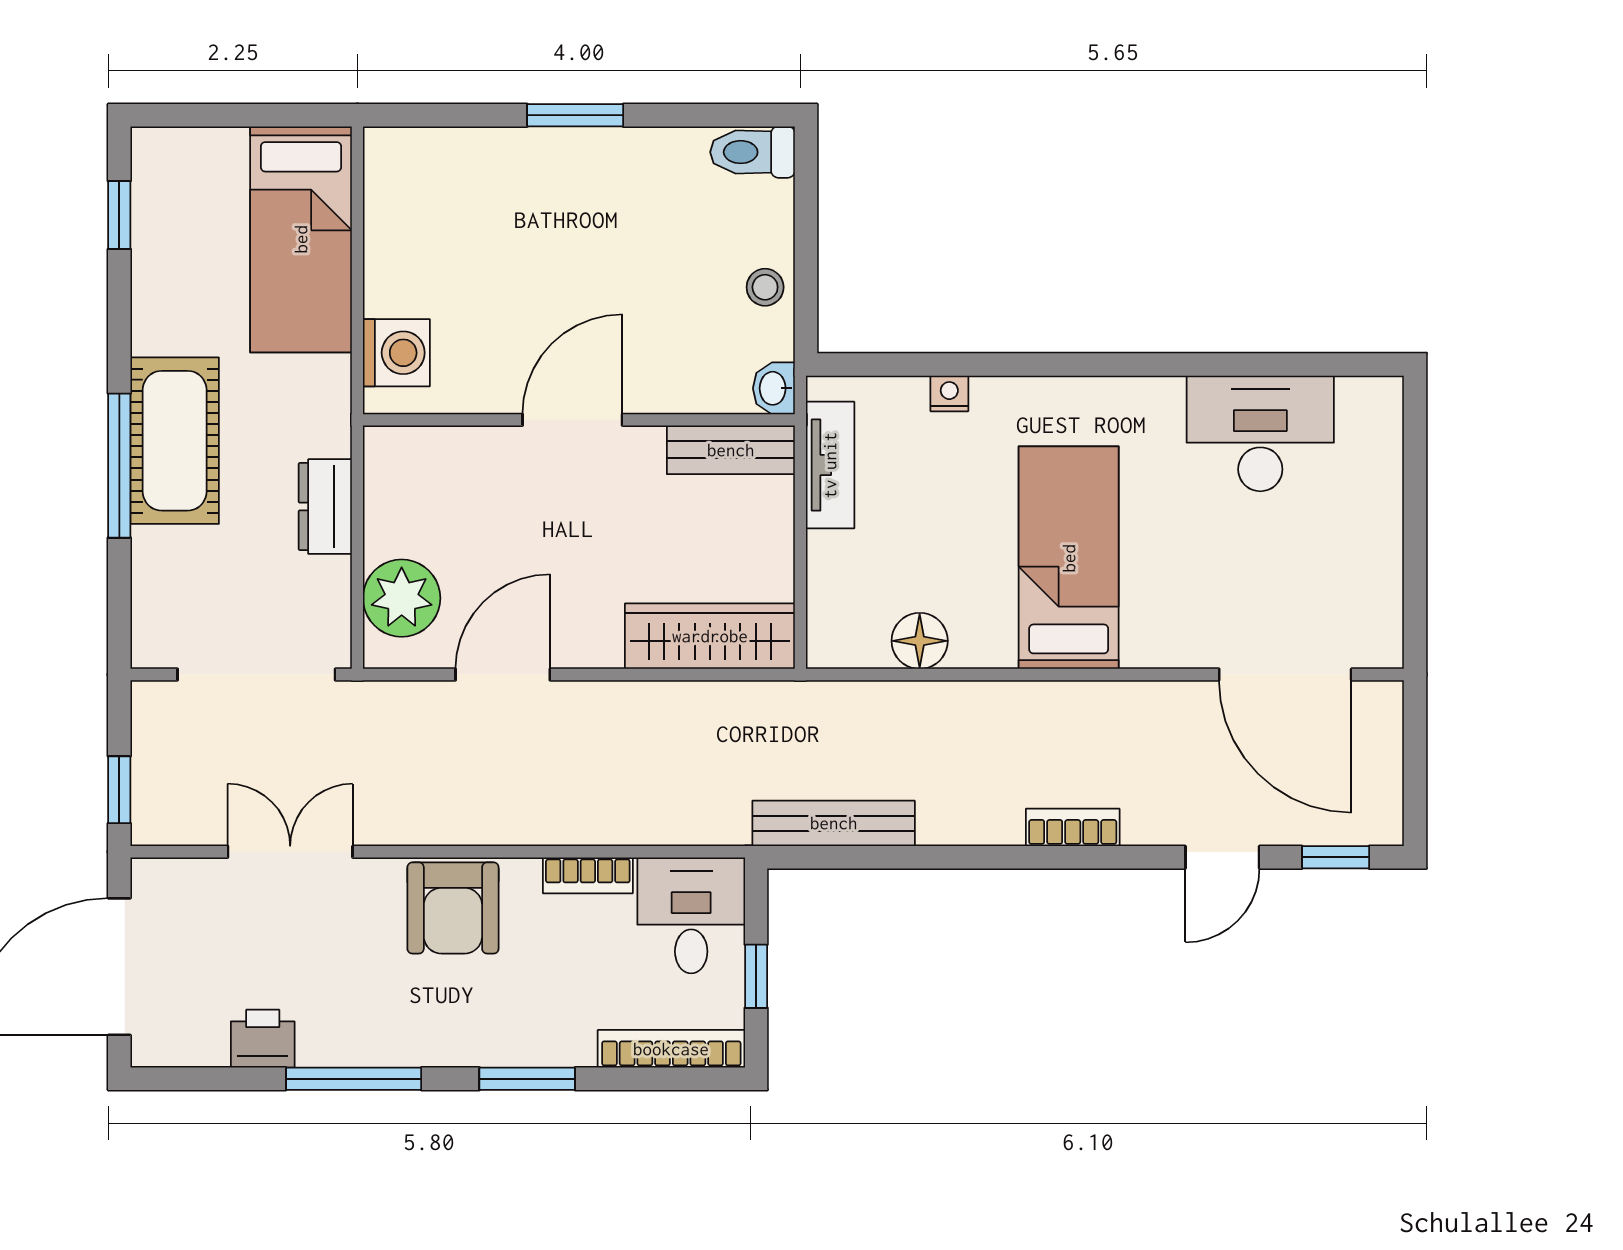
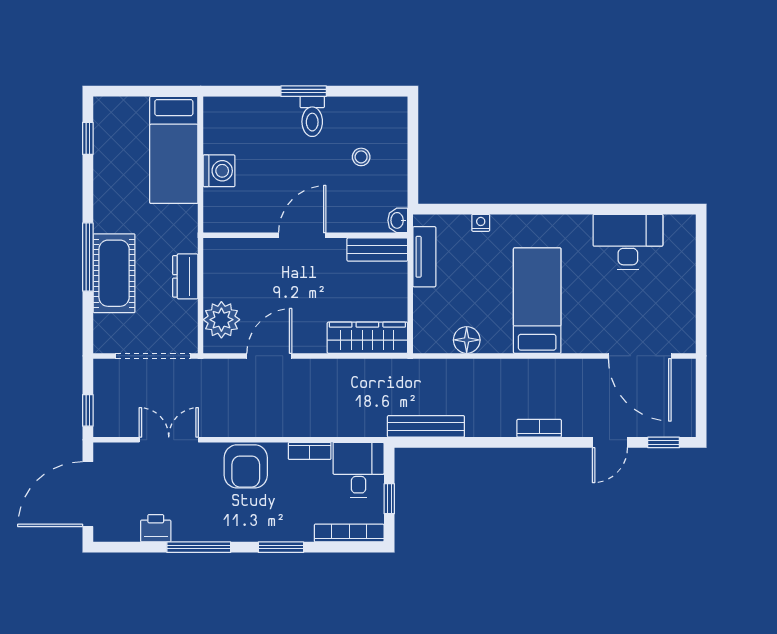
toilet: (753, 152) -> (312, 116), moved, turned -90
stool: (765, 287) -> (361, 157), moved
washing machine: (396, 353) -> (219, 171), moved
cot: (175, 441) -> (114, 273), moved

